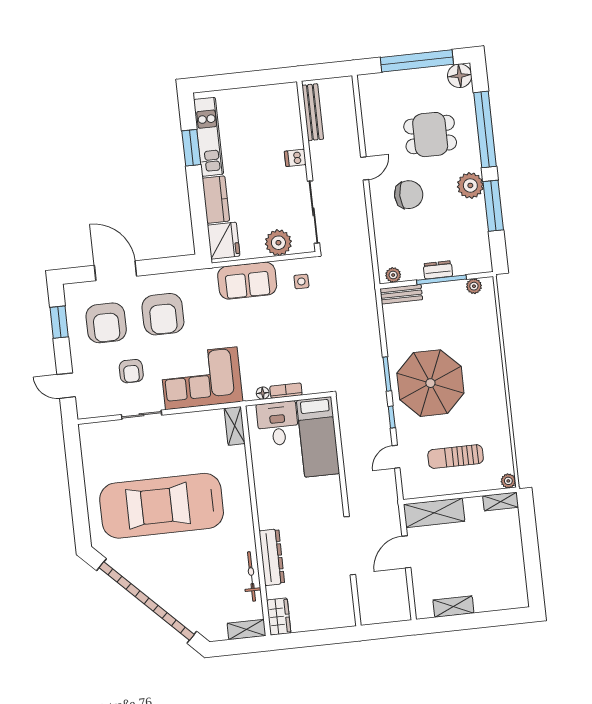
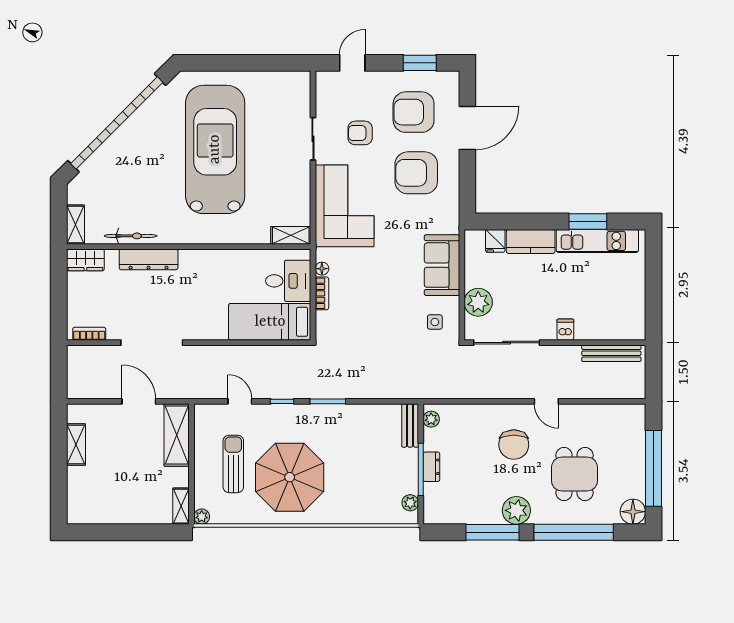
fridge: (224, 241) -> (495, 241), width x0.53, depth x0.75
parasol: (430, 383) -> (290, 477), moved
bookcase: (348, 605) -> (89, 334), added

